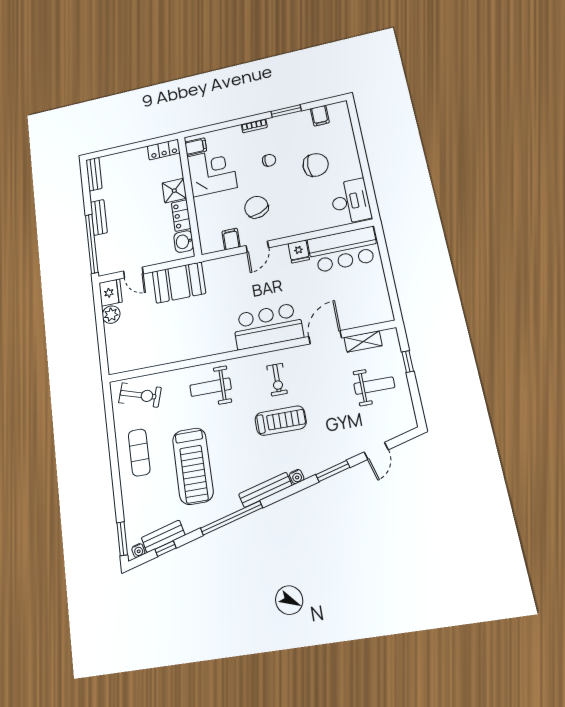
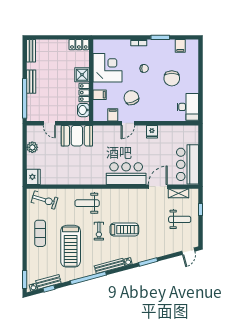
filing cabinet: (196, 147) -> (100, 95), moved
chair: (316, 165) -> (172, 78), turned 90
bar counter: (343, 250) -> (188, 164), moved, turned 90
fridge: (110, 292) -> (33, 177), moved
exercise bike: (277, 380) -> (99, 231), moved
door: (376, 451) -> (188, 251), moved

